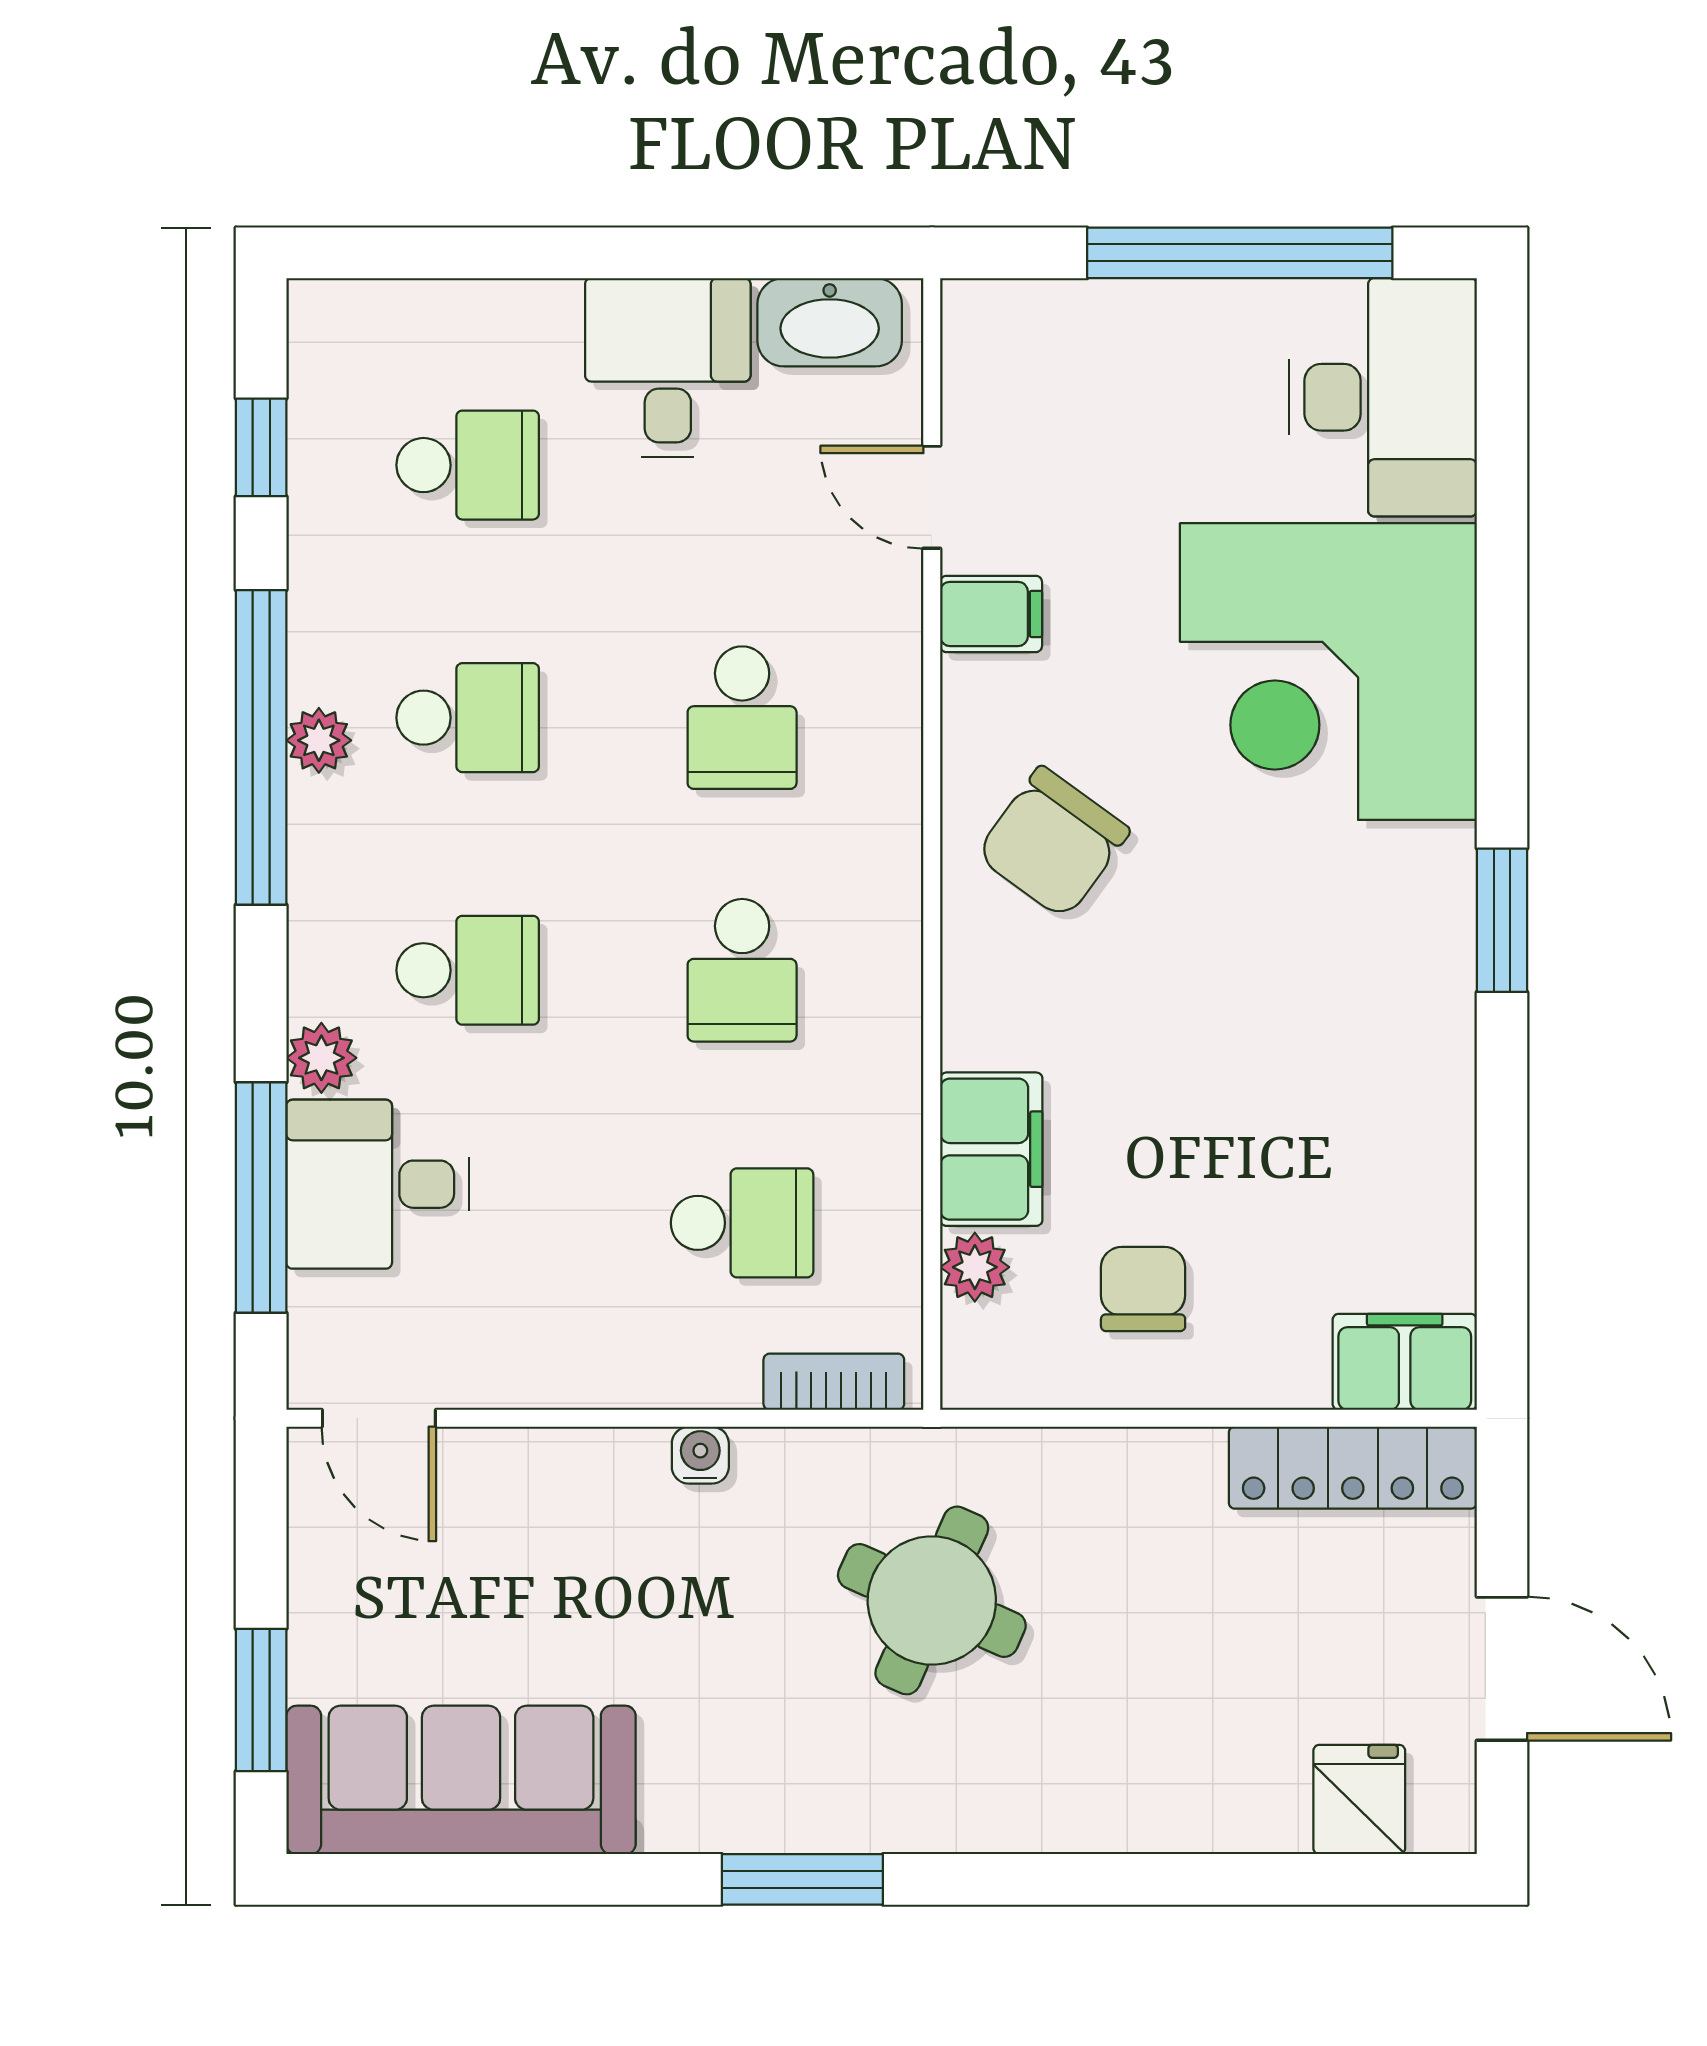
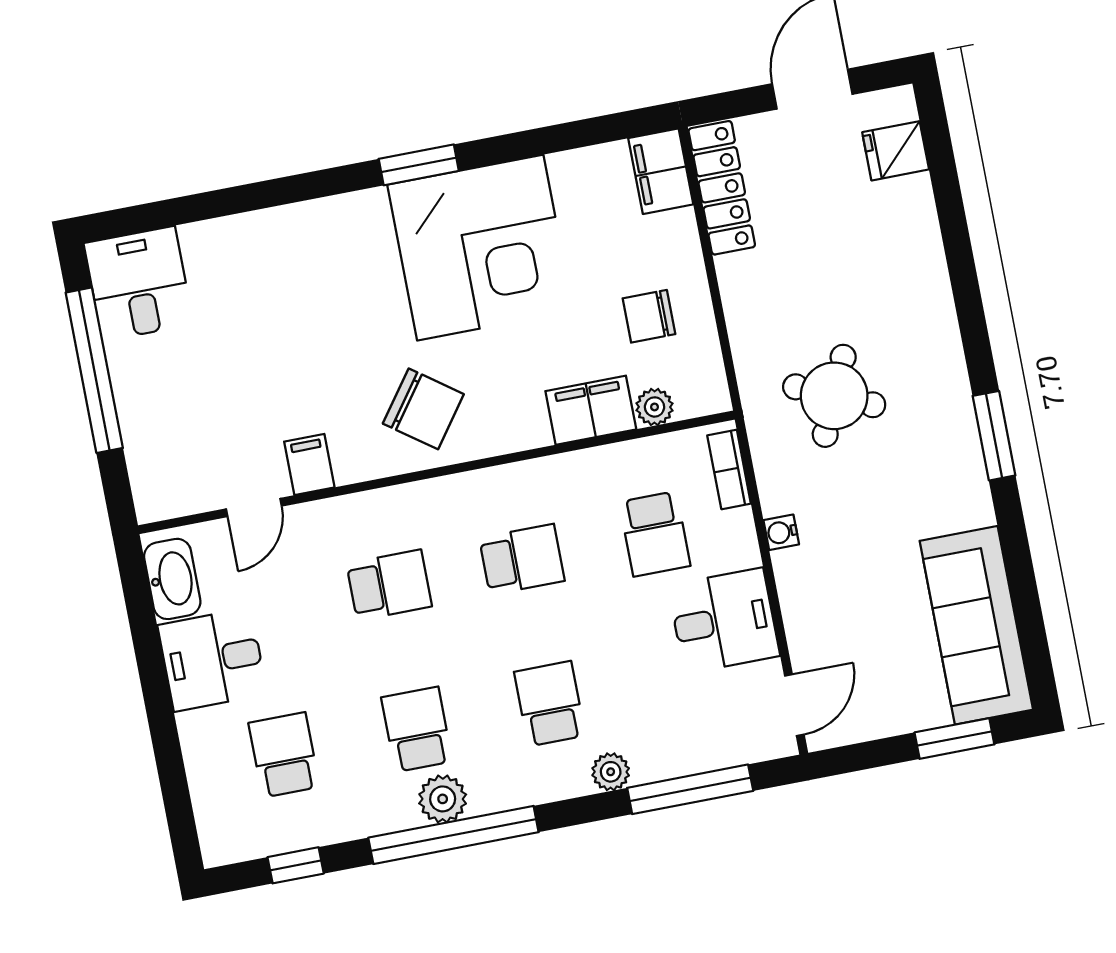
desk: (1383, 397) -> (139, 284), width x0.73
corner desk: (1328, 672) -> (480, 248), moved
plant: (319, 740) -> (443, 799), width x1.38, depth x1.38
desk: (377, 1184) -> (724, 621), moved, turned -90
school desk: (742, 1223) -> (655, 534), turned 180

